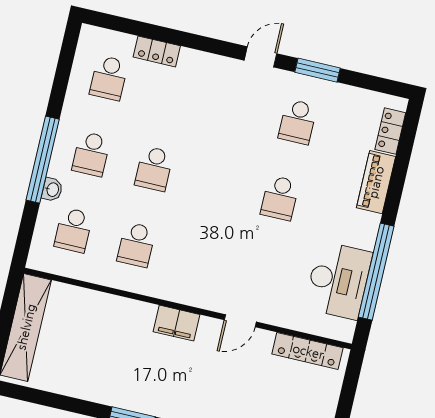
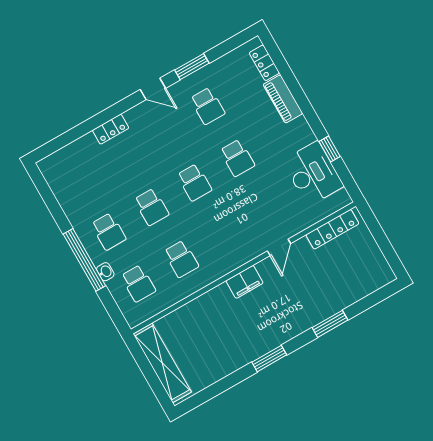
locker: (157, 51) -> (111, 129), moved
door: (261, 57) -> (153, 89), swing flipped
school desk: (109, 78) -> (194, 182), moved
window: (376, 272) -> (330, 149), width x0.32

